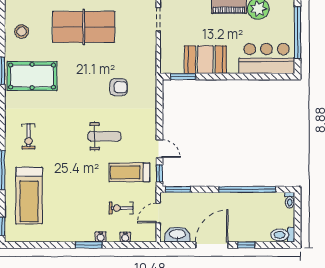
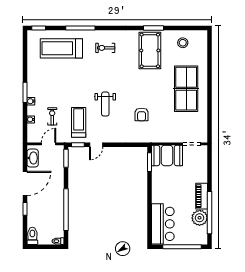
booth: (205, 60) -> (167, 155), moved, turned 90
door: (158, 213) -> (49, 144), hinge flipped
door: (212, 245) -> (25, 183), hinge flipped

